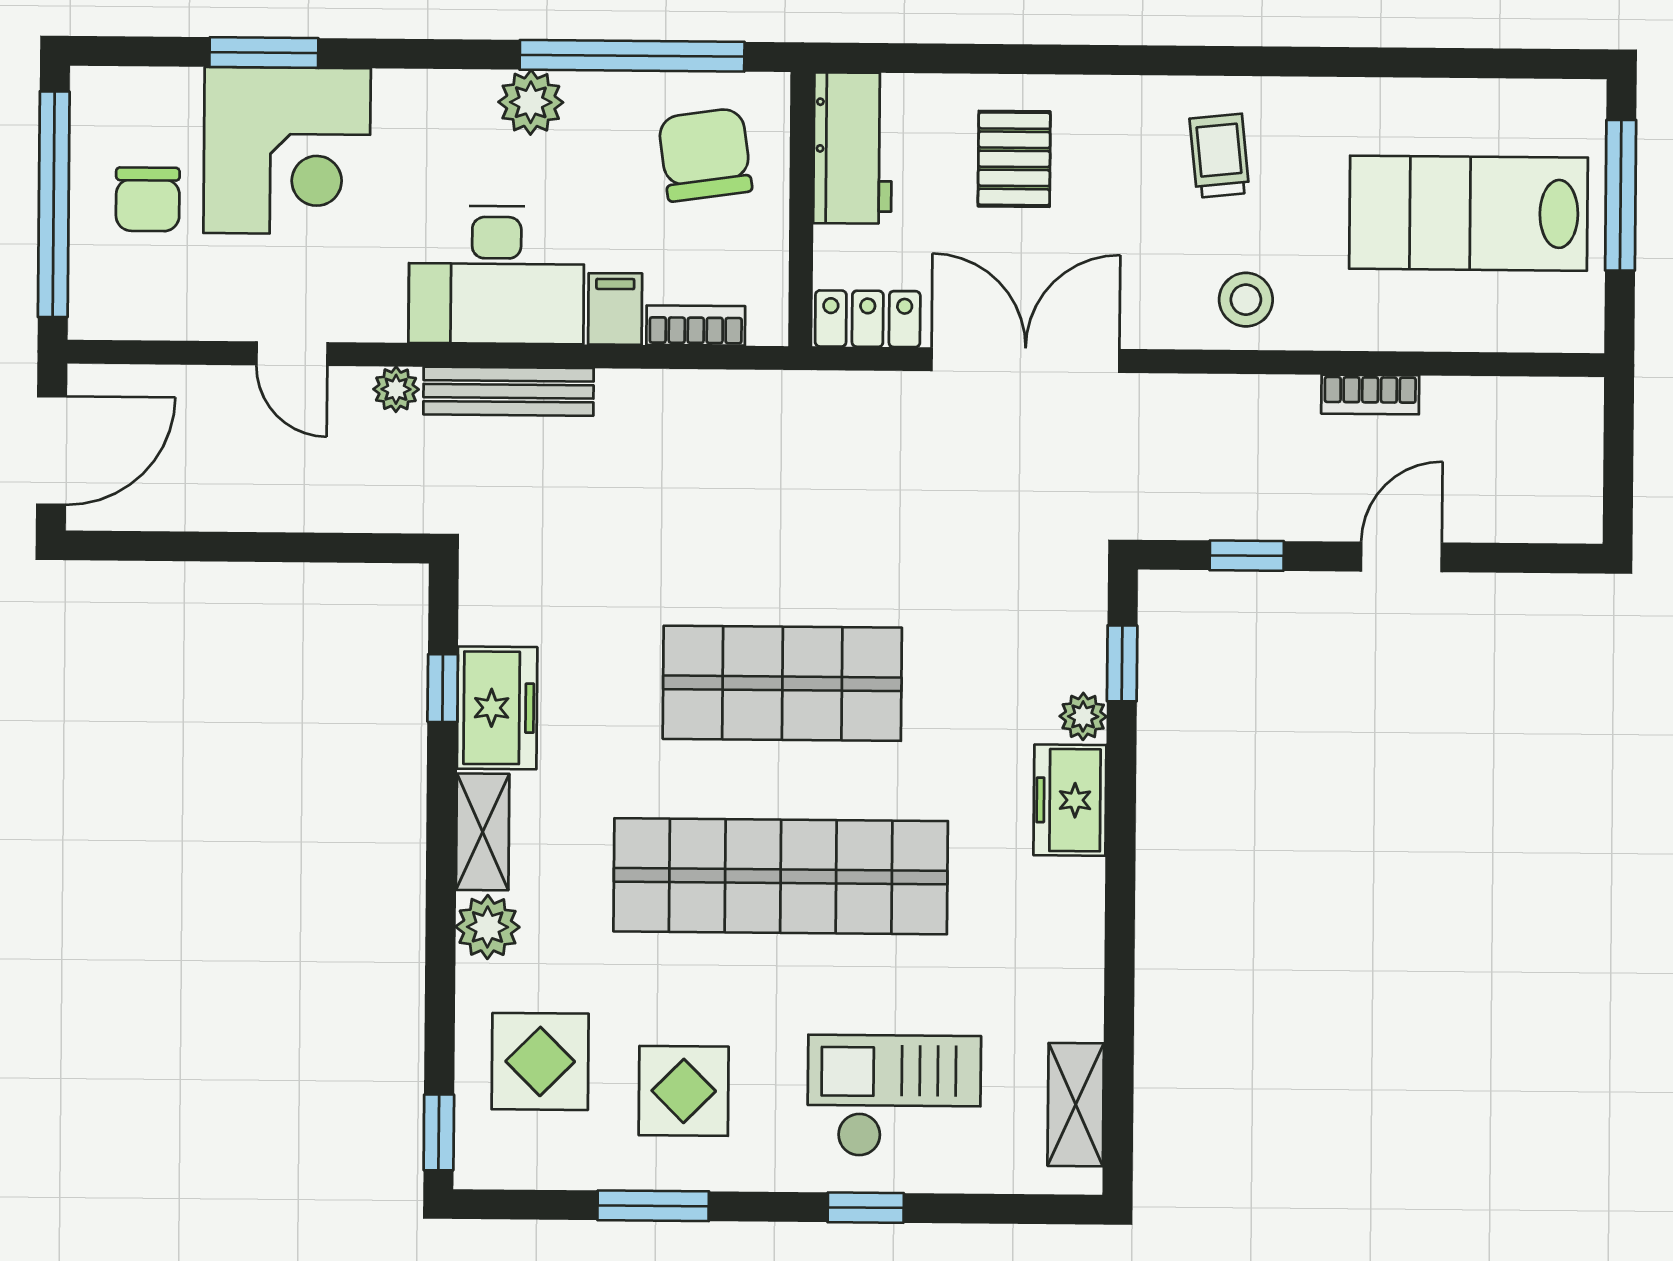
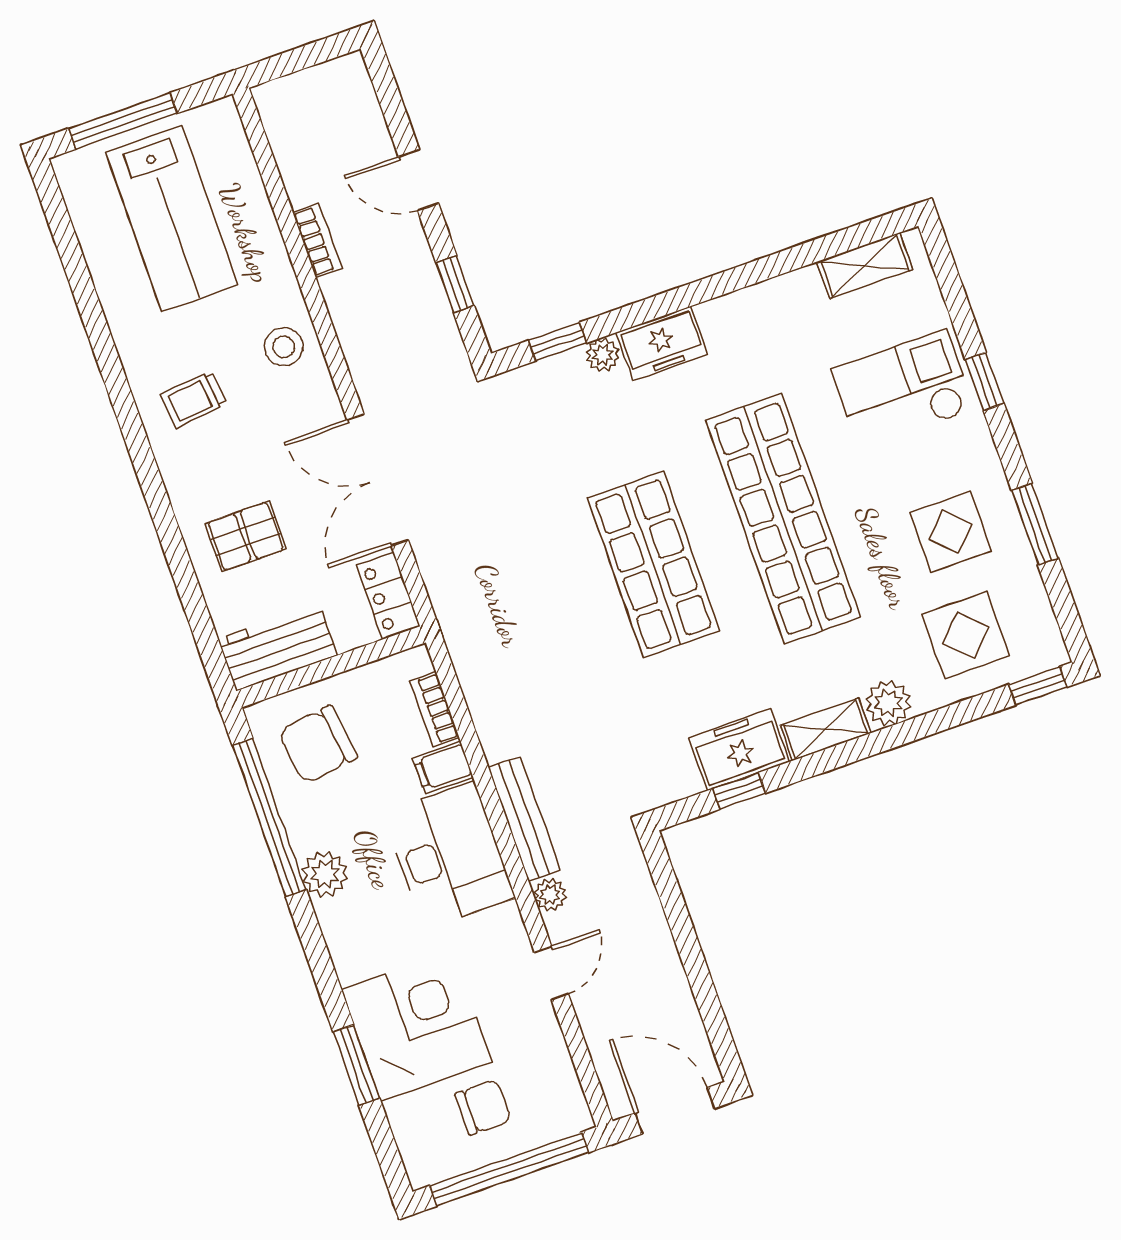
checkout: (894, 1096) -> (903, 389), turned 90

